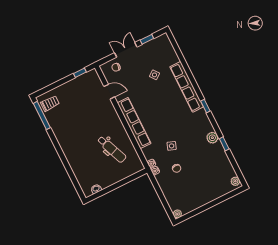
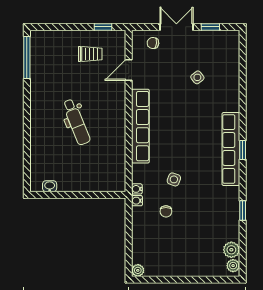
row of seats: (187, 87) -> (231, 149), moved
door: (109, 92) -> (129, 70), swing flipped
trolley: (50, 103) -> (90, 54), moved
plant: (212, 138) -> (231, 250), moved
dental chair: (112, 149) -> (76, 122), moved

